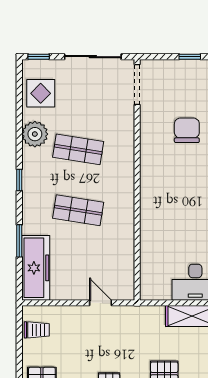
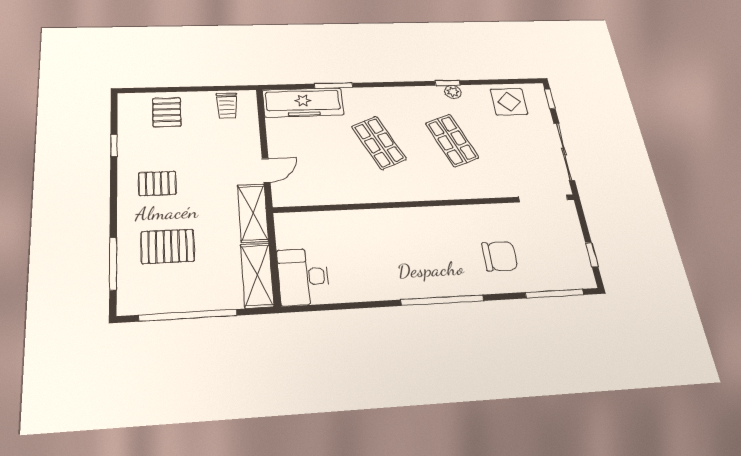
plant: (35, 134) -> (453, 92), width x0.53, depth x0.53
shop shelf: (78, 149) -> (452, 140), turned -30
window: (19, 180) -> (447, 83), moved
shop shelf: (78, 210) -> (379, 143), turned -33
shelving: (139, 316) -> (253, 213), added

